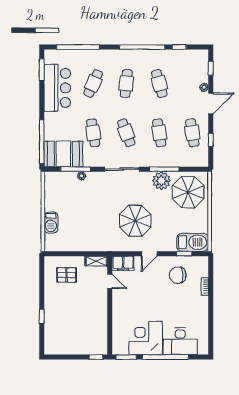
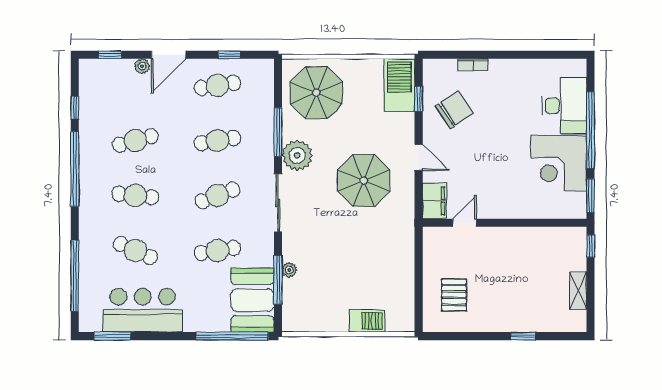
door: (211, 103) -> (169, 55), swing flipped
plant: (161, 181) -> (297, 155), moved
shelving: (96, 261) -> (578, 291), moved
chair: (178, 275) -> (454, 110), turned -120

